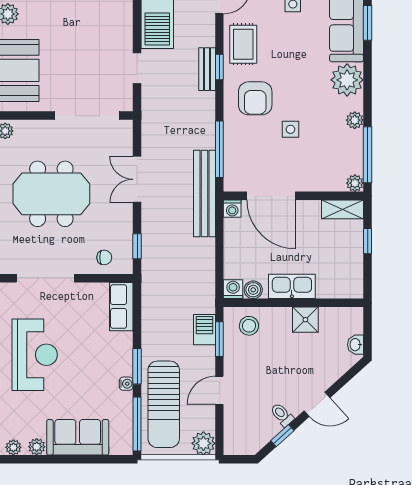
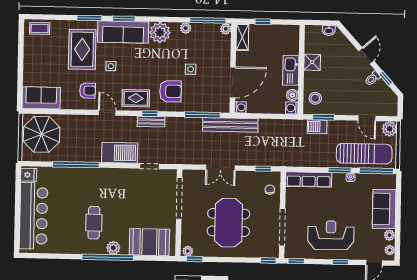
row of seats: (121, 307) -> (309, 180), width x1.48
door: (219, 390) -> (367, 118), moved

